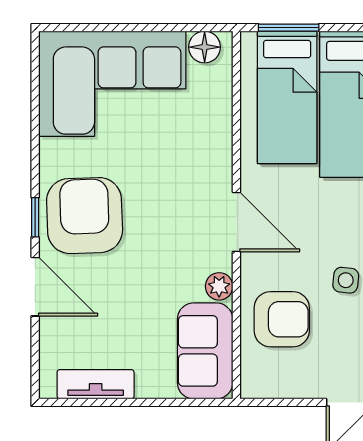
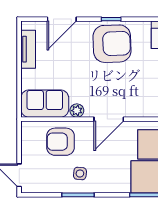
door: (35, 287) -> (62, 19), moved
armchair: (282, 319) -> (61, 142), turned 90

